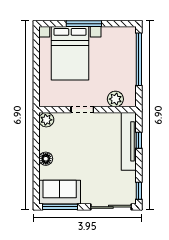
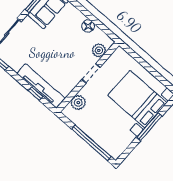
plant: (46, 120) -> (99, 50), moved
floor lamp: (46, 159) -> (88, 26), moved

